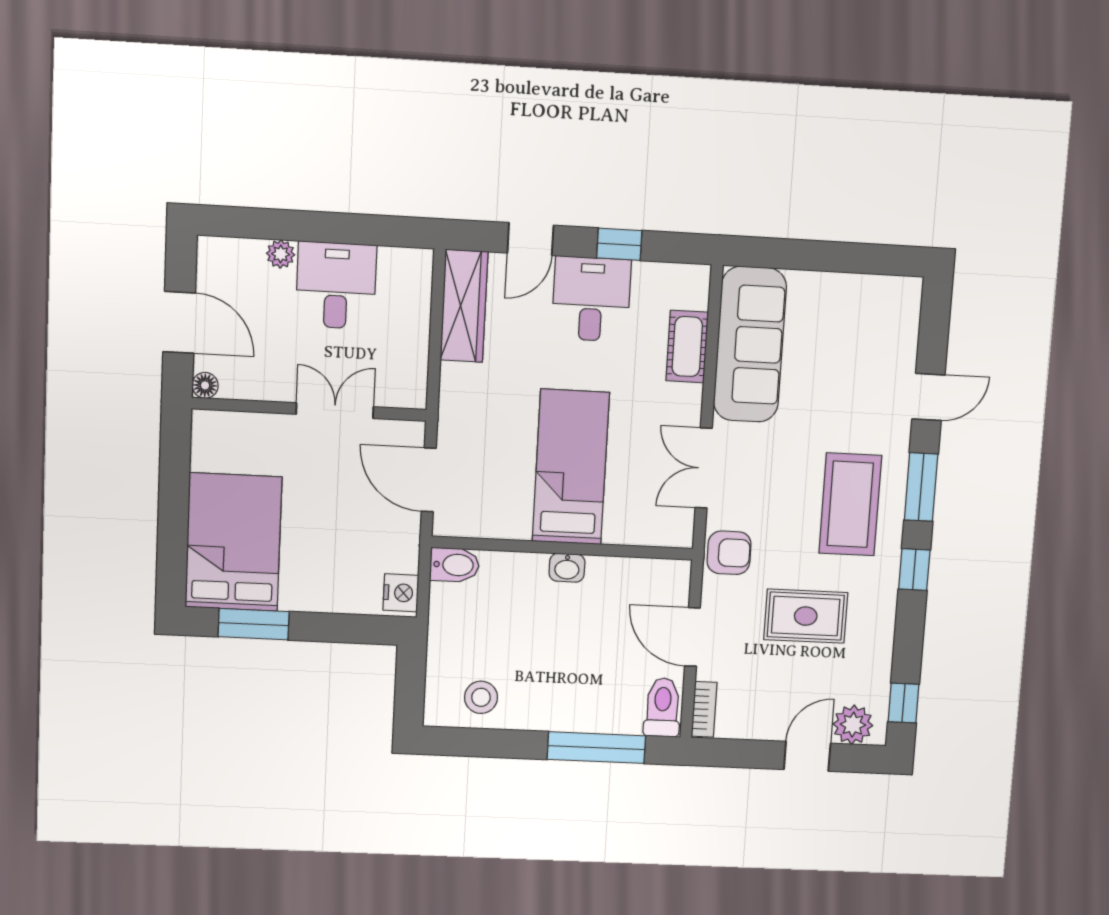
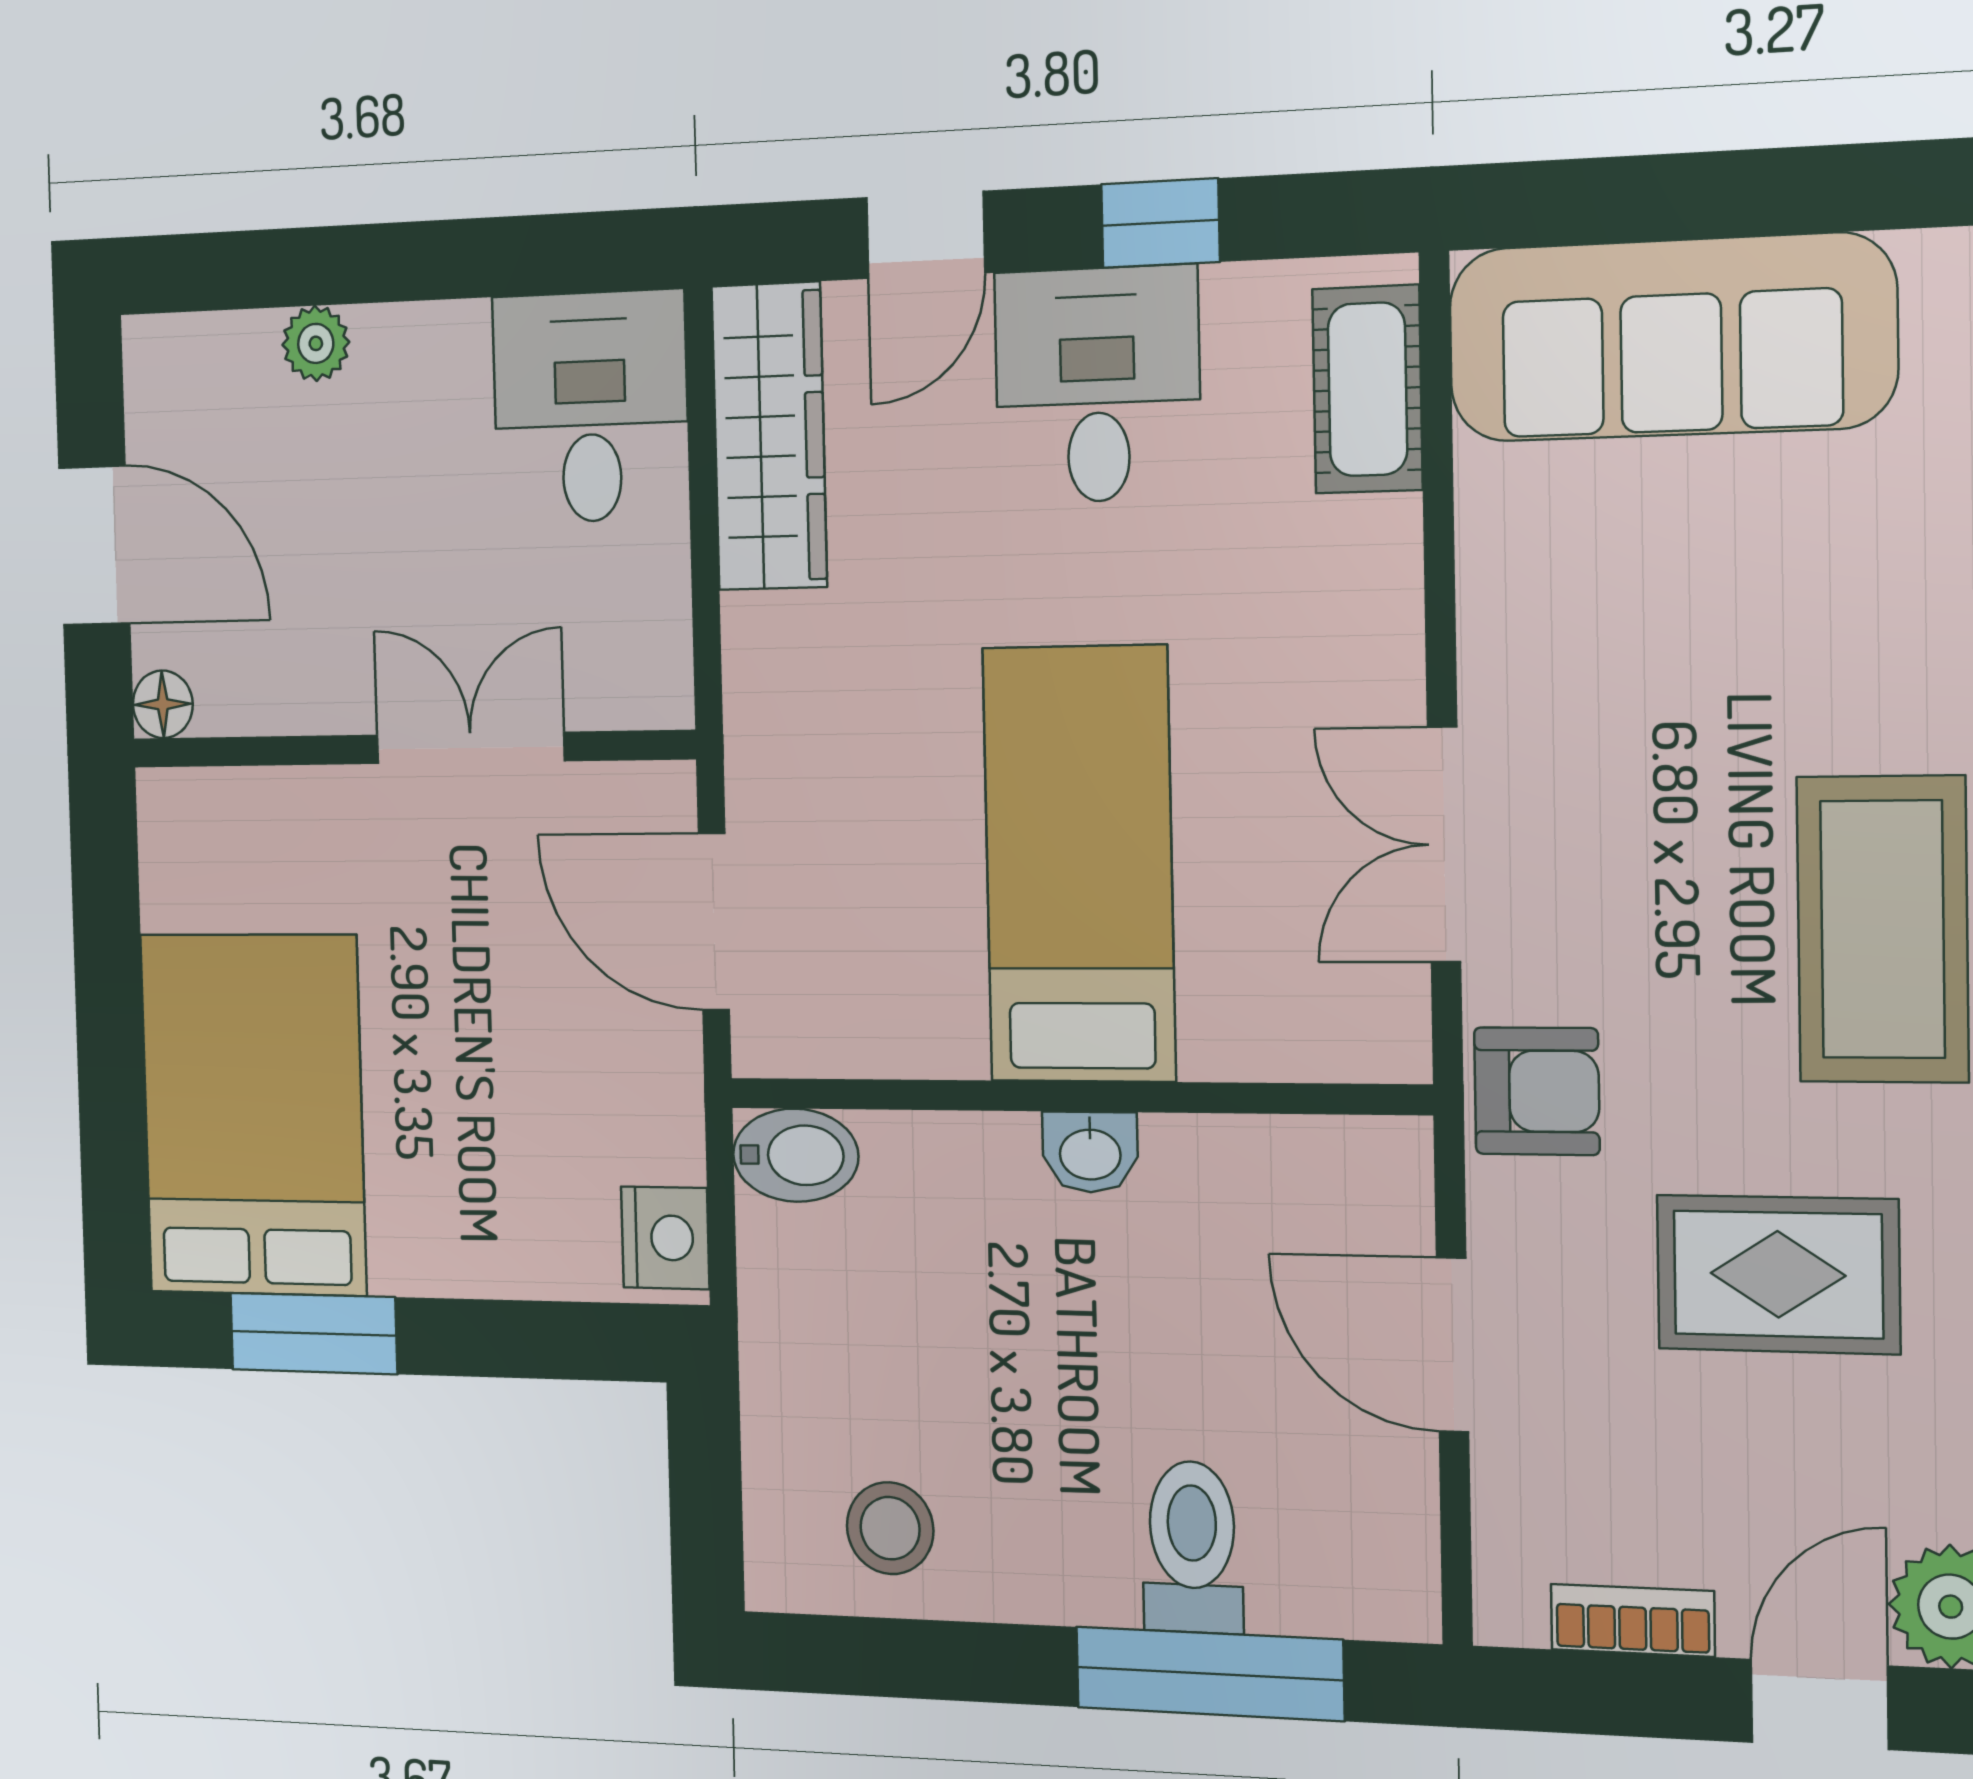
desk: (336, 285) -> (590, 407), moved
sofa: (750, 344) -> (1671, 338), moved, turned 90
cot: (687, 347) -> (1367, 389), moved
toilet: (662, 707) -> (1192, 1547), moved
bookcase: (704, 709) -> (1633, 1620), moved, turned -90

